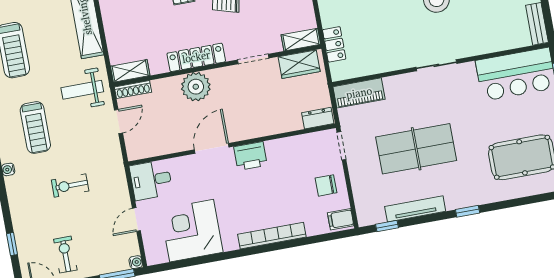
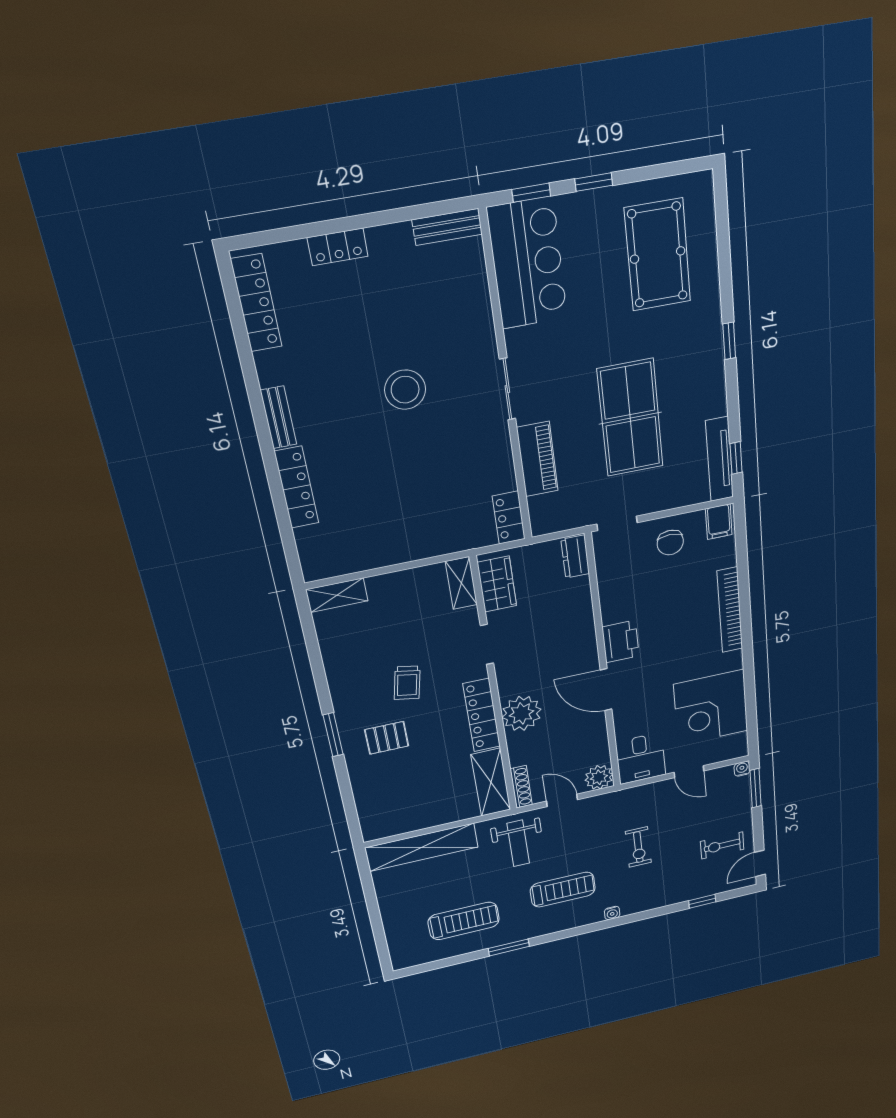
locker: (334, 44) -> (509, 518), moved, turned -90
shelving: (130, 71) -> (491, 782), width x1.50, depth x1.33
piano: (359, 93) -> (537, 459), moved
plant: (137, 149) -> (599, 777), added
tv unit: (415, 209) -> (720, 459), moved

